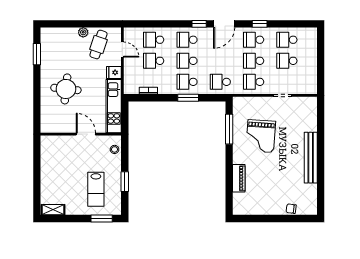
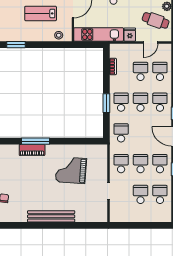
window: (229, 129) -> (36, 141), moved
window: (125, 182) -> (16, 45), moved
lab bench: (96, 189) -> (41, 13), moved

